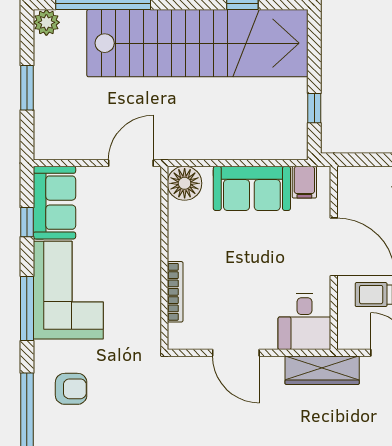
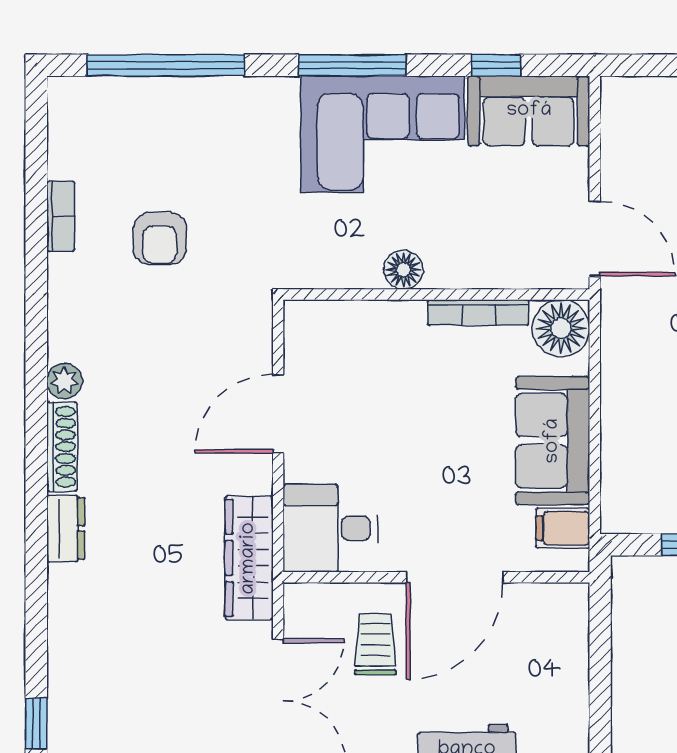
floor lamp: (150, 278) -> (404, 270), added
bookcase: (175, 292) -> (478, 312), moved
armchair: (71, 389) -> (160, 238), moved

